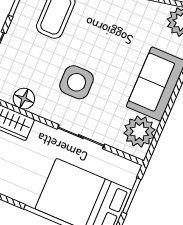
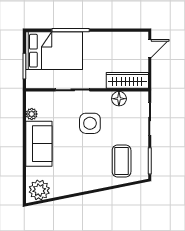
plant: (139, 132) -> (32, 114), width x0.53, depth x0.53

